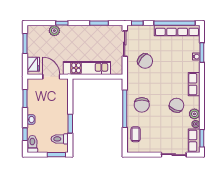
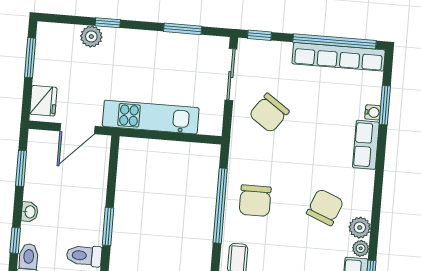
chair: (145, 61) -> (269, 113), turned 85
door: (51, 77) -> (78, 129), swing flipped
row of seats: (194, 84) -> (366, 145), moved

